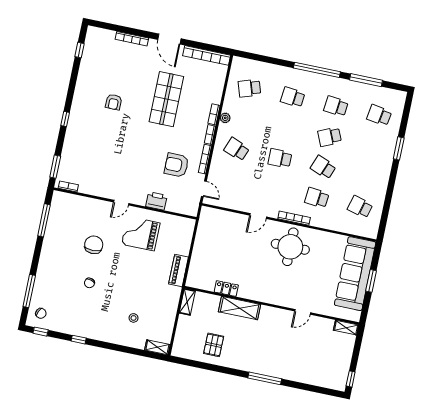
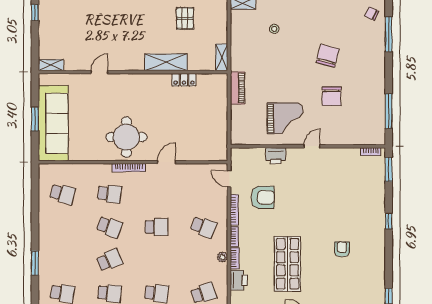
printer: (215, 93) -> (239, 280), added
chair: (89, 283) -> (328, 56), width x1.87, depth x1.87

